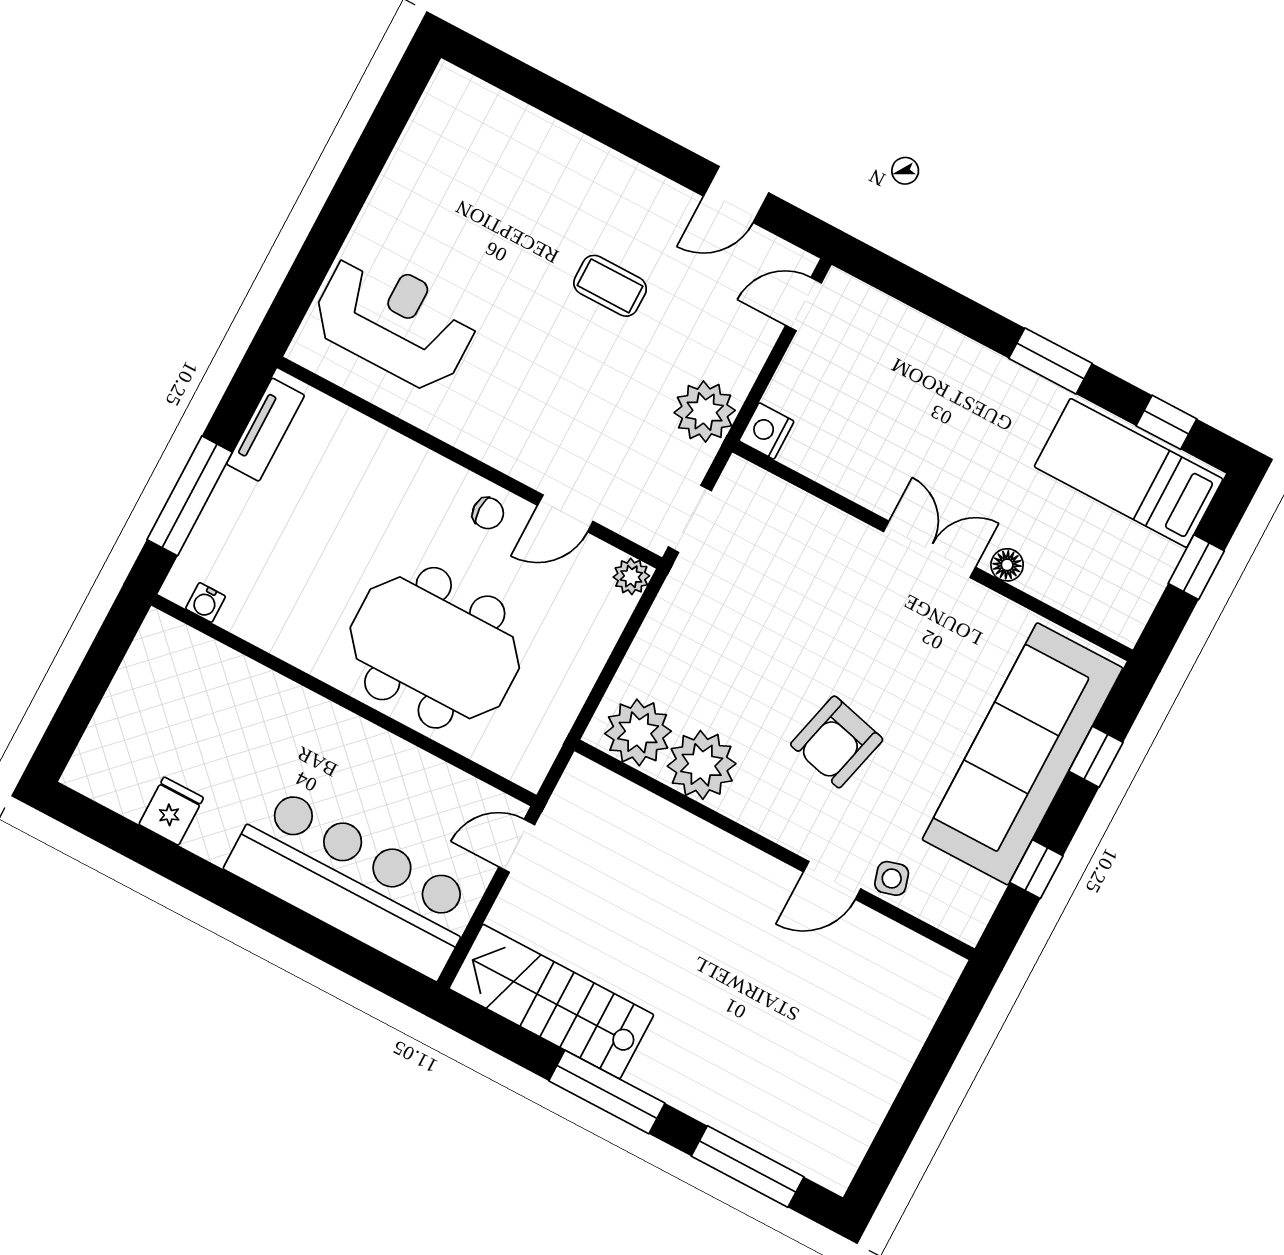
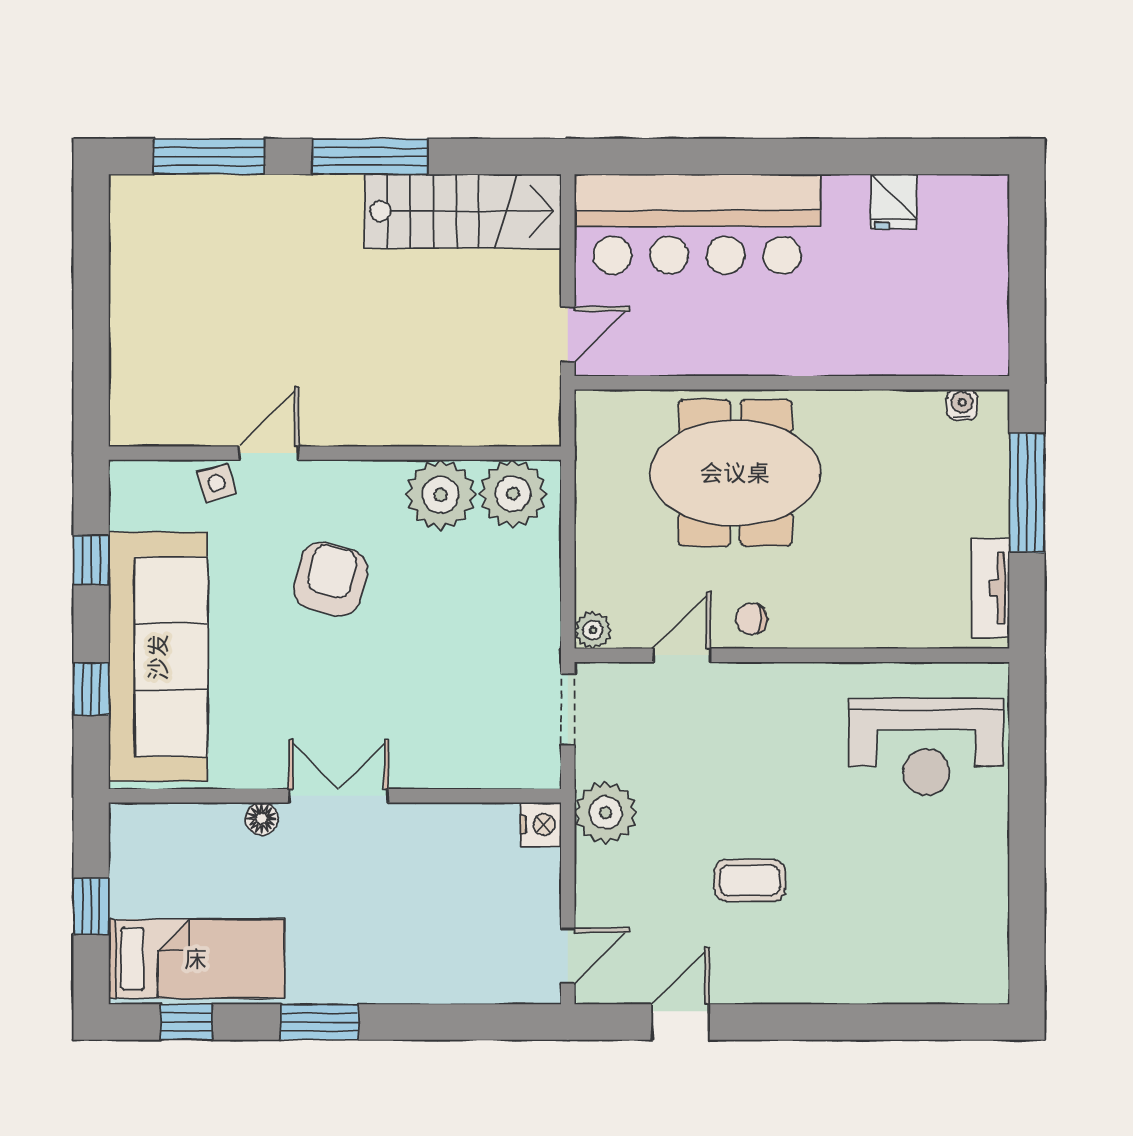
double door: (930, 549) -> (339, 796), swing flipped

